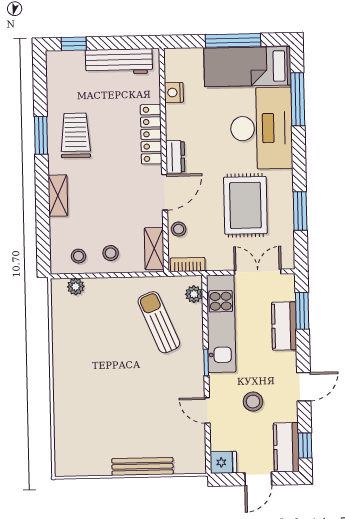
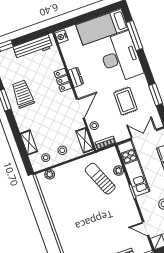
window: (233, 40) -> (90, 16), removed
nightstand: (174, 93) -> (61, 37), moved
locker: (151, 134) -> (63, 80), width x0.66
dresser: (175, 157) -> (76, 77), moved
shelving: (58, 196) -> (29, 142), moved
rug: (245, 205) -> (126, 101), width x0.73, depth x0.70
plant: (194, 294) -> (119, 171), moved
door: (207, 410) -> (146, 229), moved

